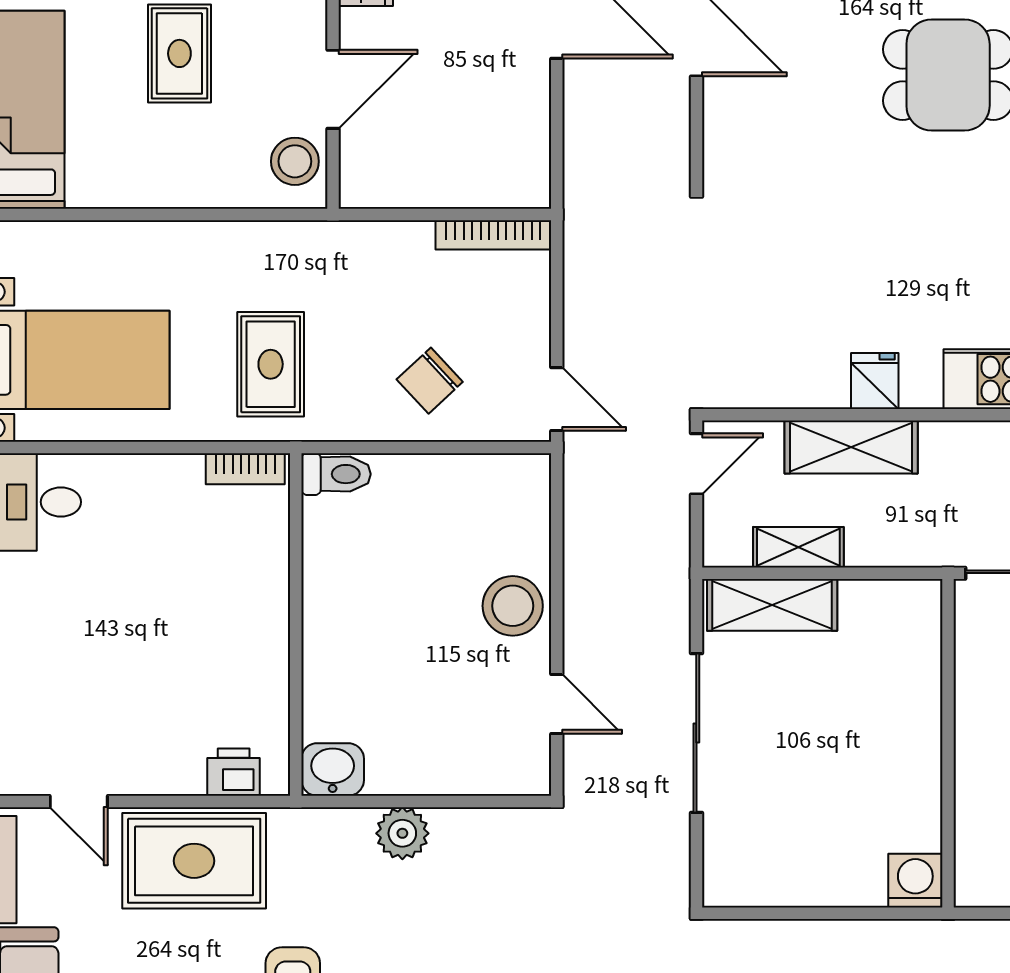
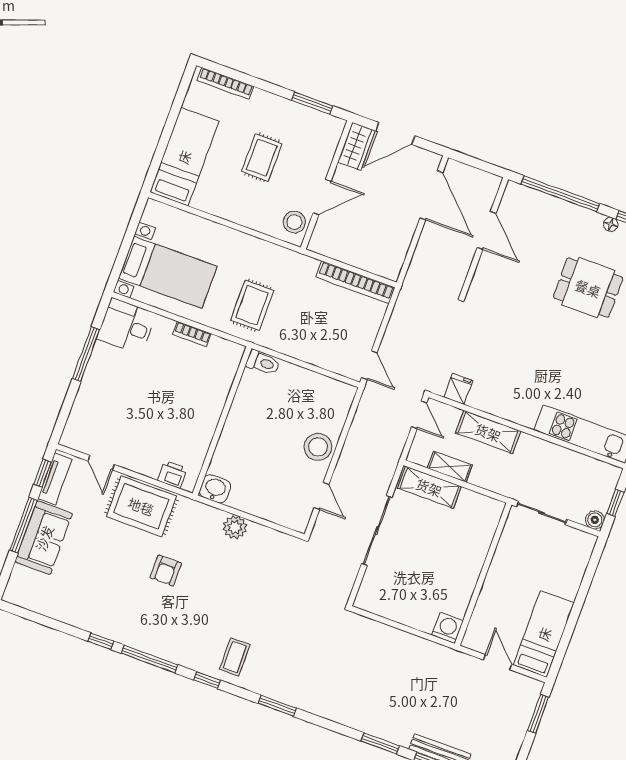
bookcase: (493, 235) -> (355, 282), width x1.48, depth x1.31
chair: (430, 381) -> (318, 337), removed
fridge: (875, 381) -> (458, 389), moved
door: (696, 464) -> (419, 415), hinge flipped
bookcase: (245, 469) -> (192, 334), moved

